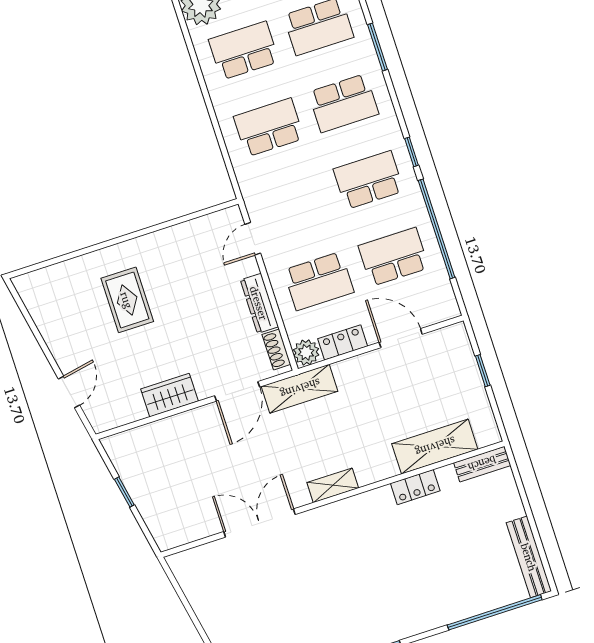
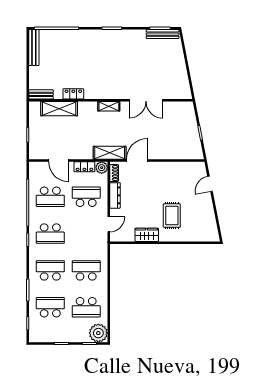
school desk: (269, 127) -> (86, 270), turned 180
wardrobe: (169, 395) -> (147, 235), moved, turned 180

